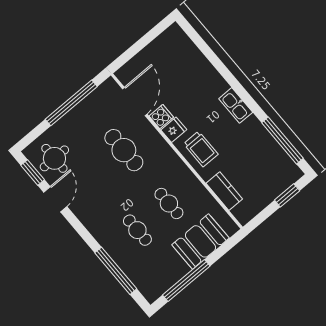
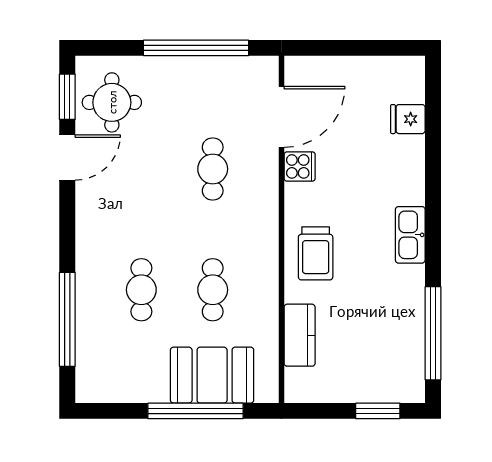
fridge: (174, 130) -> (408, 119), moved, turned 180
cafe table: (124, 150) -> (213, 169), width x0.73, depth x0.74
window: (186, 280) -> (196, 411), moved

